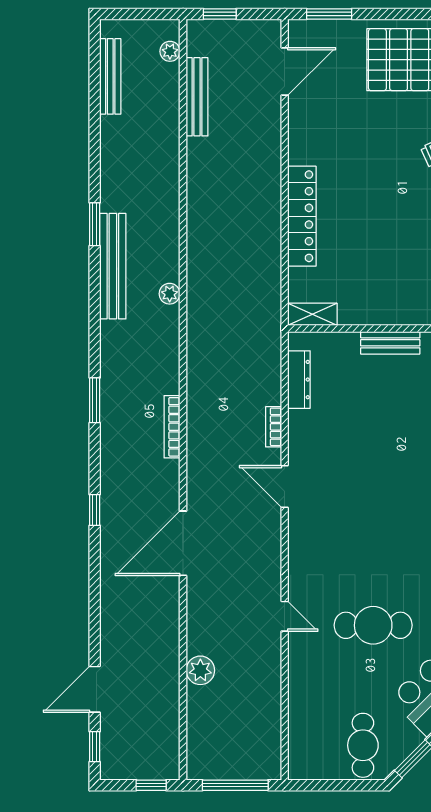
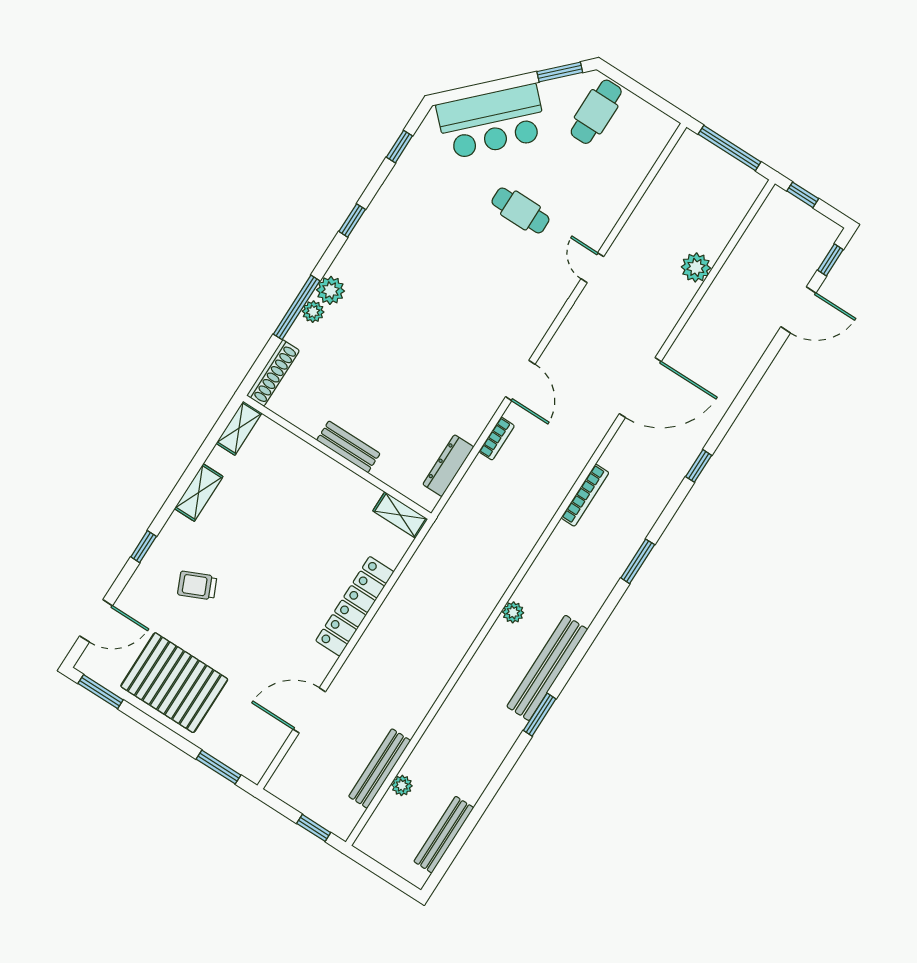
plant: (170, 51) -> (402, 785), moved
door: (285, 72) -> (309, 710), moved
cafe table: (373, 625) -> (520, 210), width x0.73, depth x0.74

